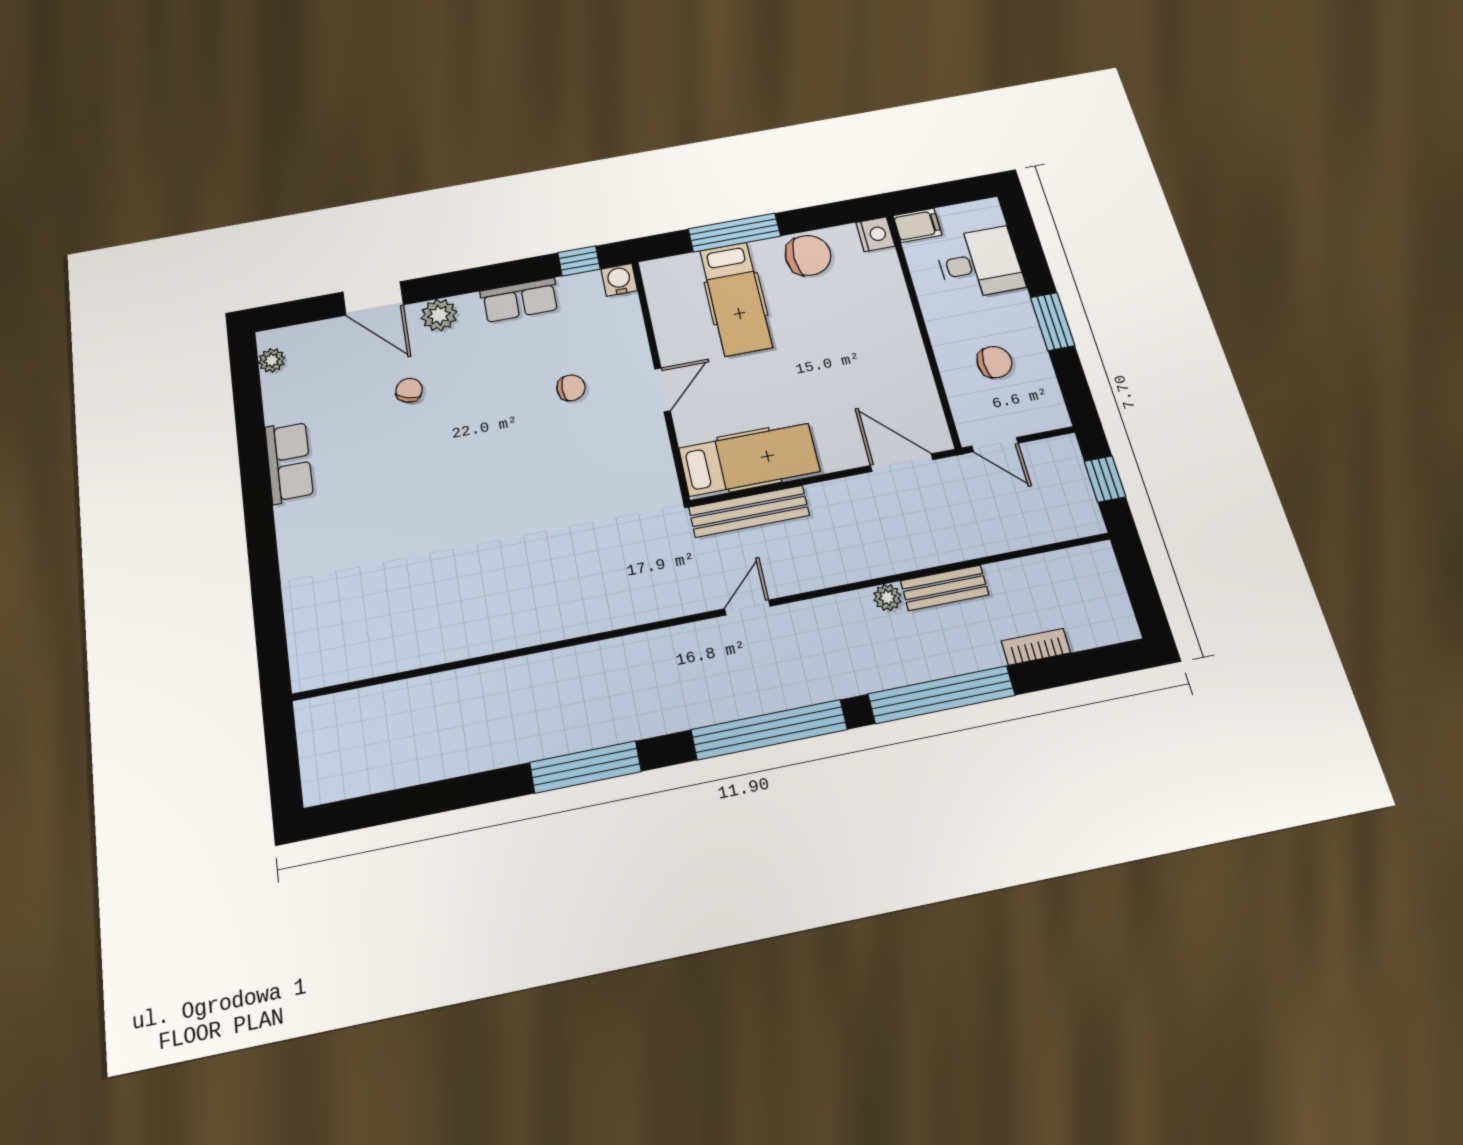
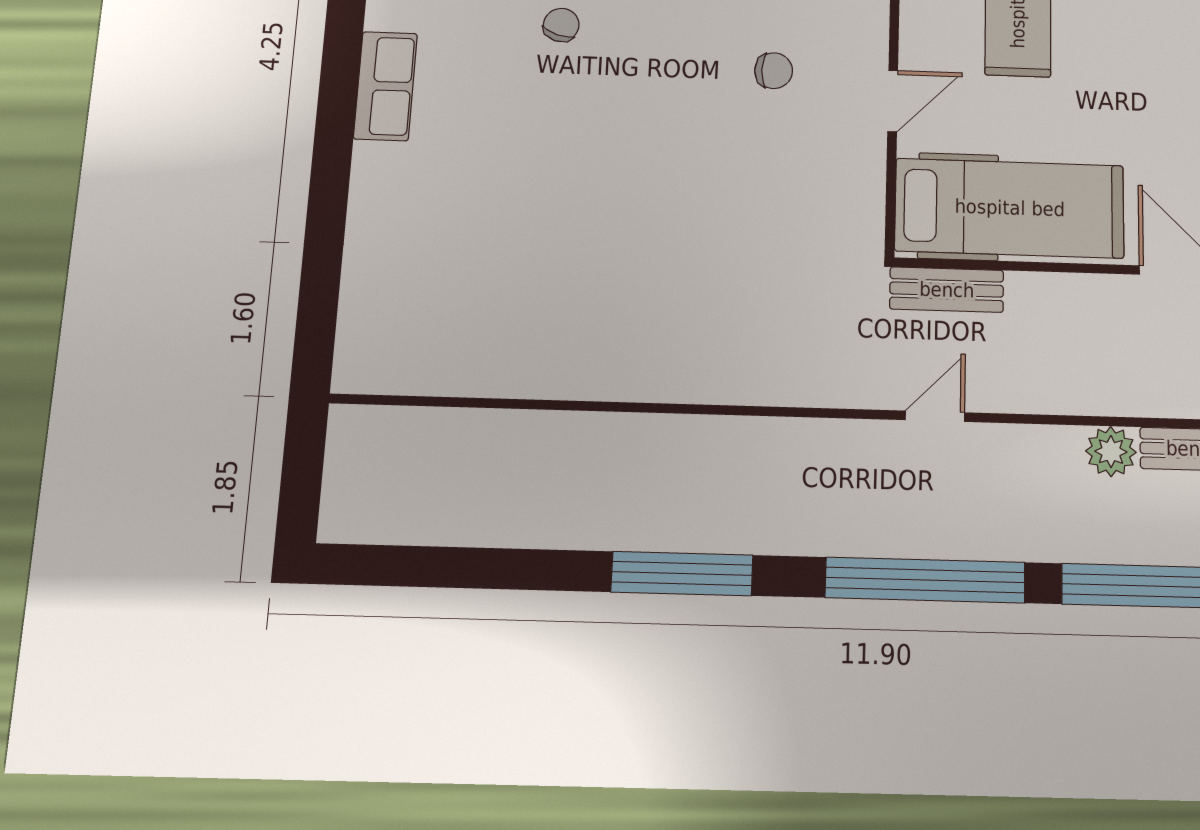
hospital bed: (749, 460) -> (1010, 208), width x1.37, depth x1.29
bench: (749, 511) -> (947, 290), width x0.73
plant: (887, 597) -> (1111, 452), width x1.38, depth x1.38

